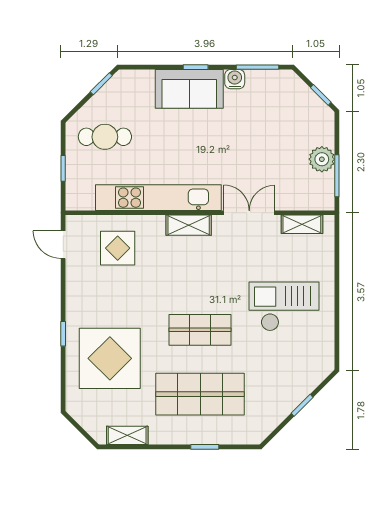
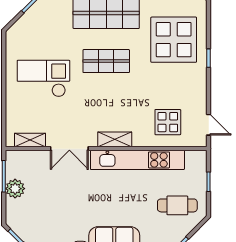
checkout: (284, 306) -> (43, 78), turned 180

